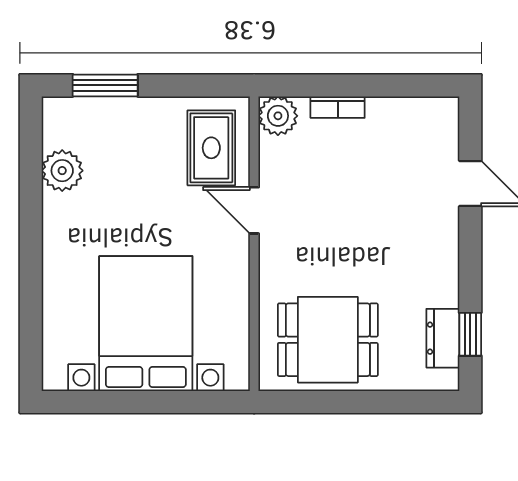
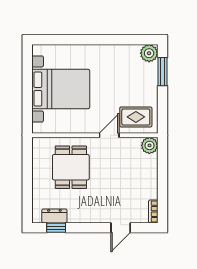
bookcase: (338, 107) -> (153, 211), moved
plant: (62, 171) -> (149, 53), moved
dining table: (328, 340) -> (71, 167), moved

